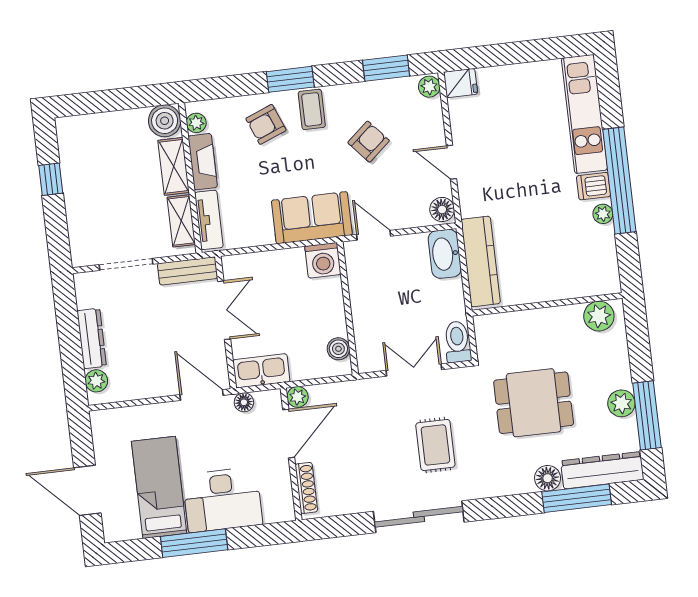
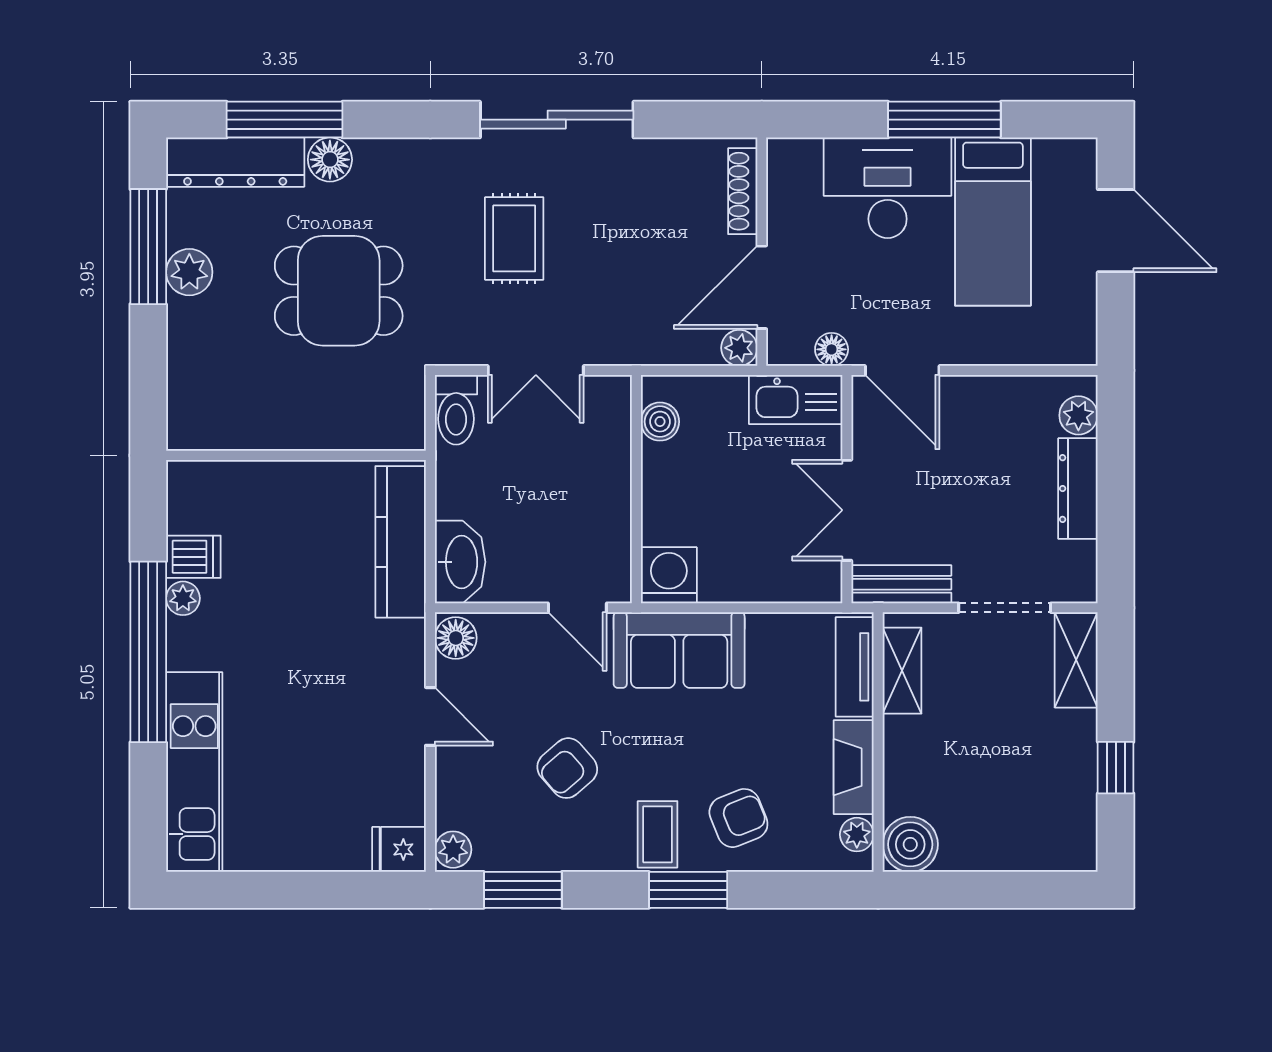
shelving: (174, 166) -> (1076, 660), moved
dishwasher: (593, 186) -> (193, 557), moved
plant: (599, 316) -> (210, 425), removed

